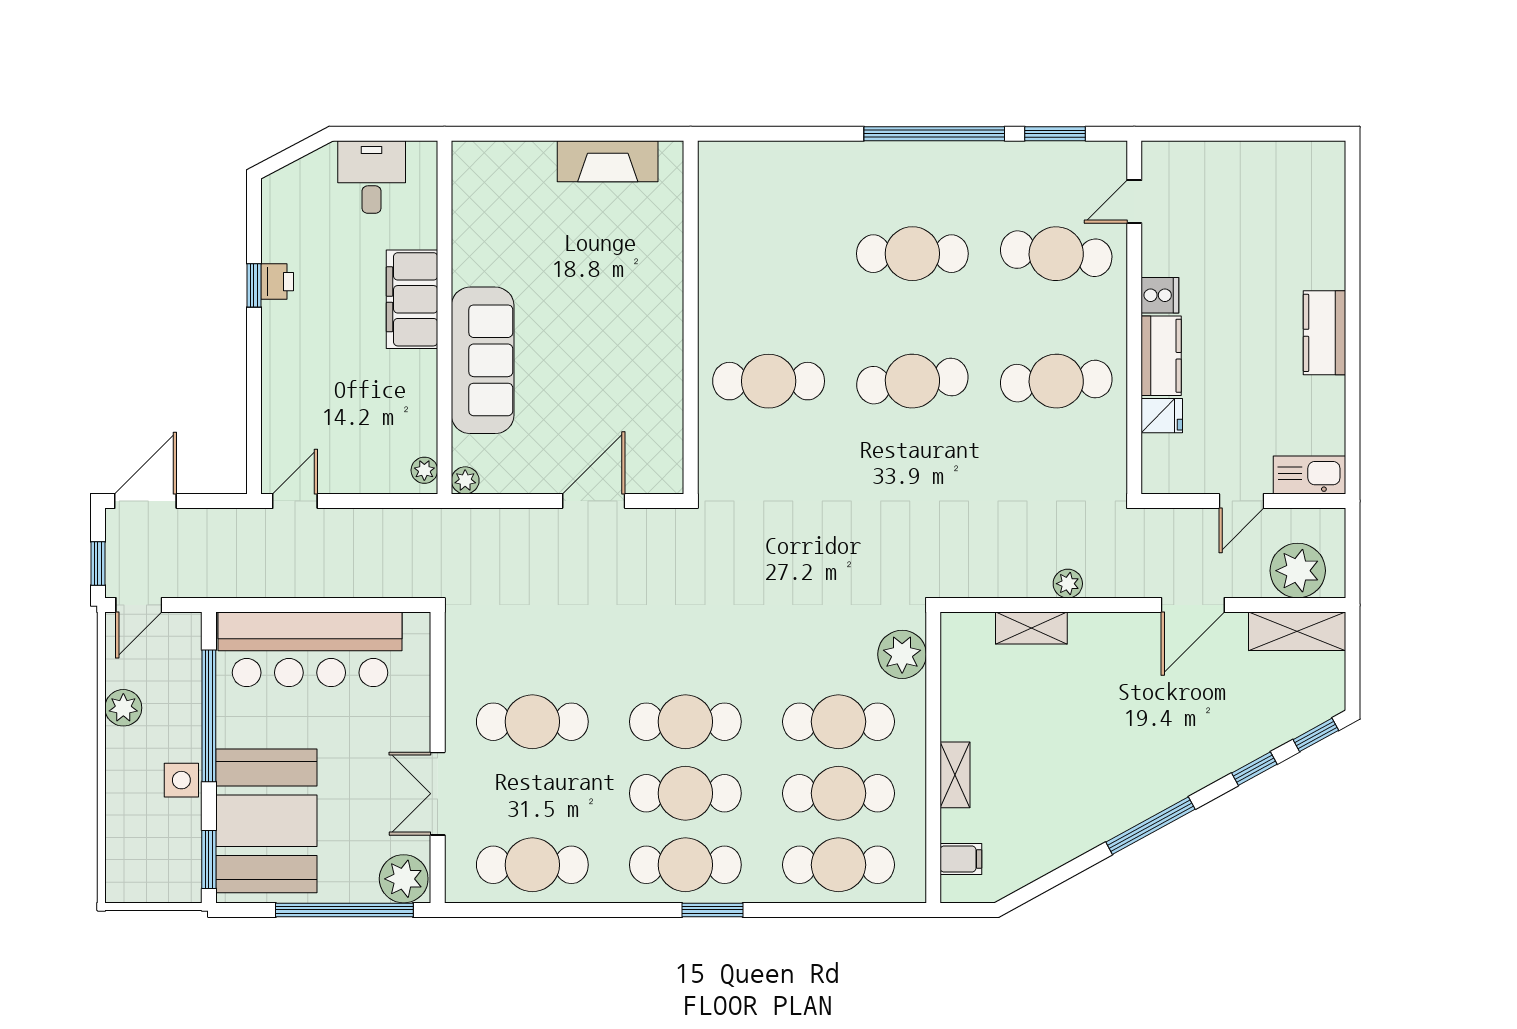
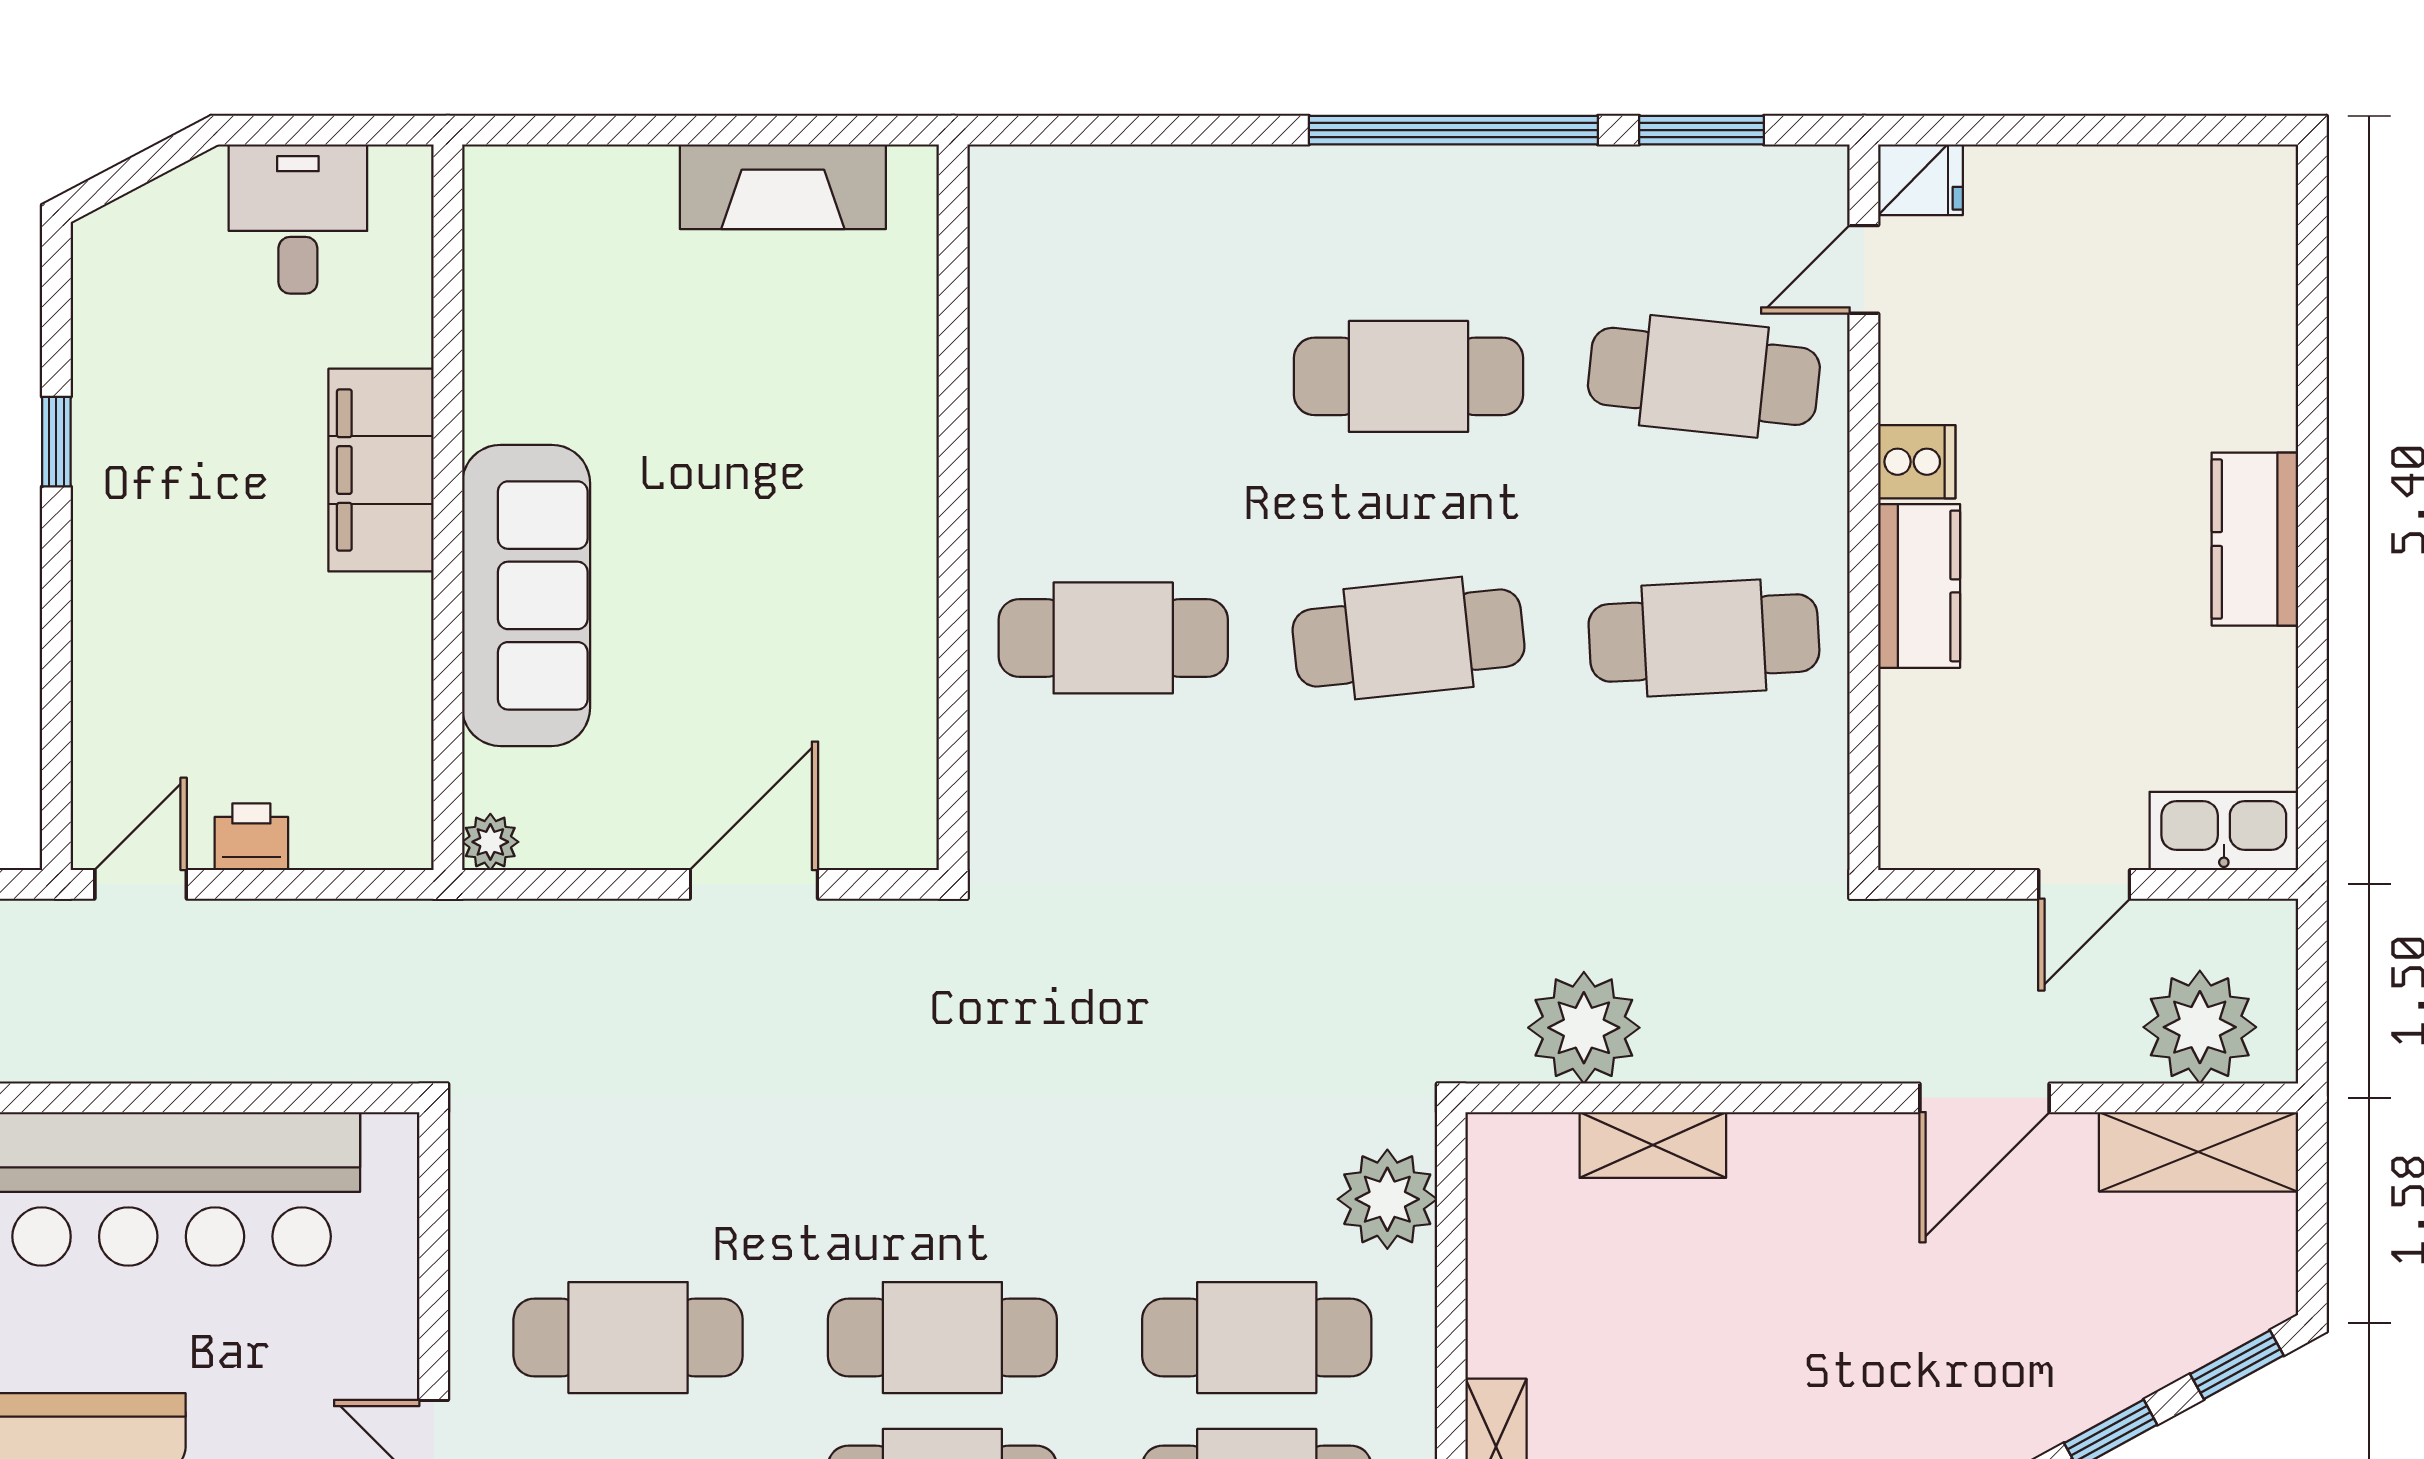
printer: (277, 282) -> (251, 837), moved, turned -90
fridge: (1162, 416) -> (1920, 180), moved
plant: (424, 470) -> (406, 821), removed
plant: (1068, 584) -> (1584, 1028), moved, width x1.87, depth x1.87

